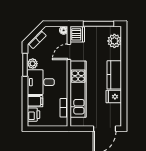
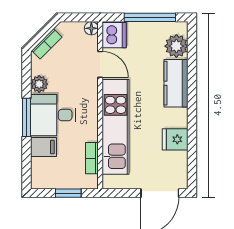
door: (69, 52) -> (100, 64), swing flipped
window: (25, 65) -> (27, 117), moved
kitchen counter: (114, 75) -> (176, 83), moved
printer: (33, 115) -> (41, 169), removed
window: (50, 129) -> (68, 193), added

